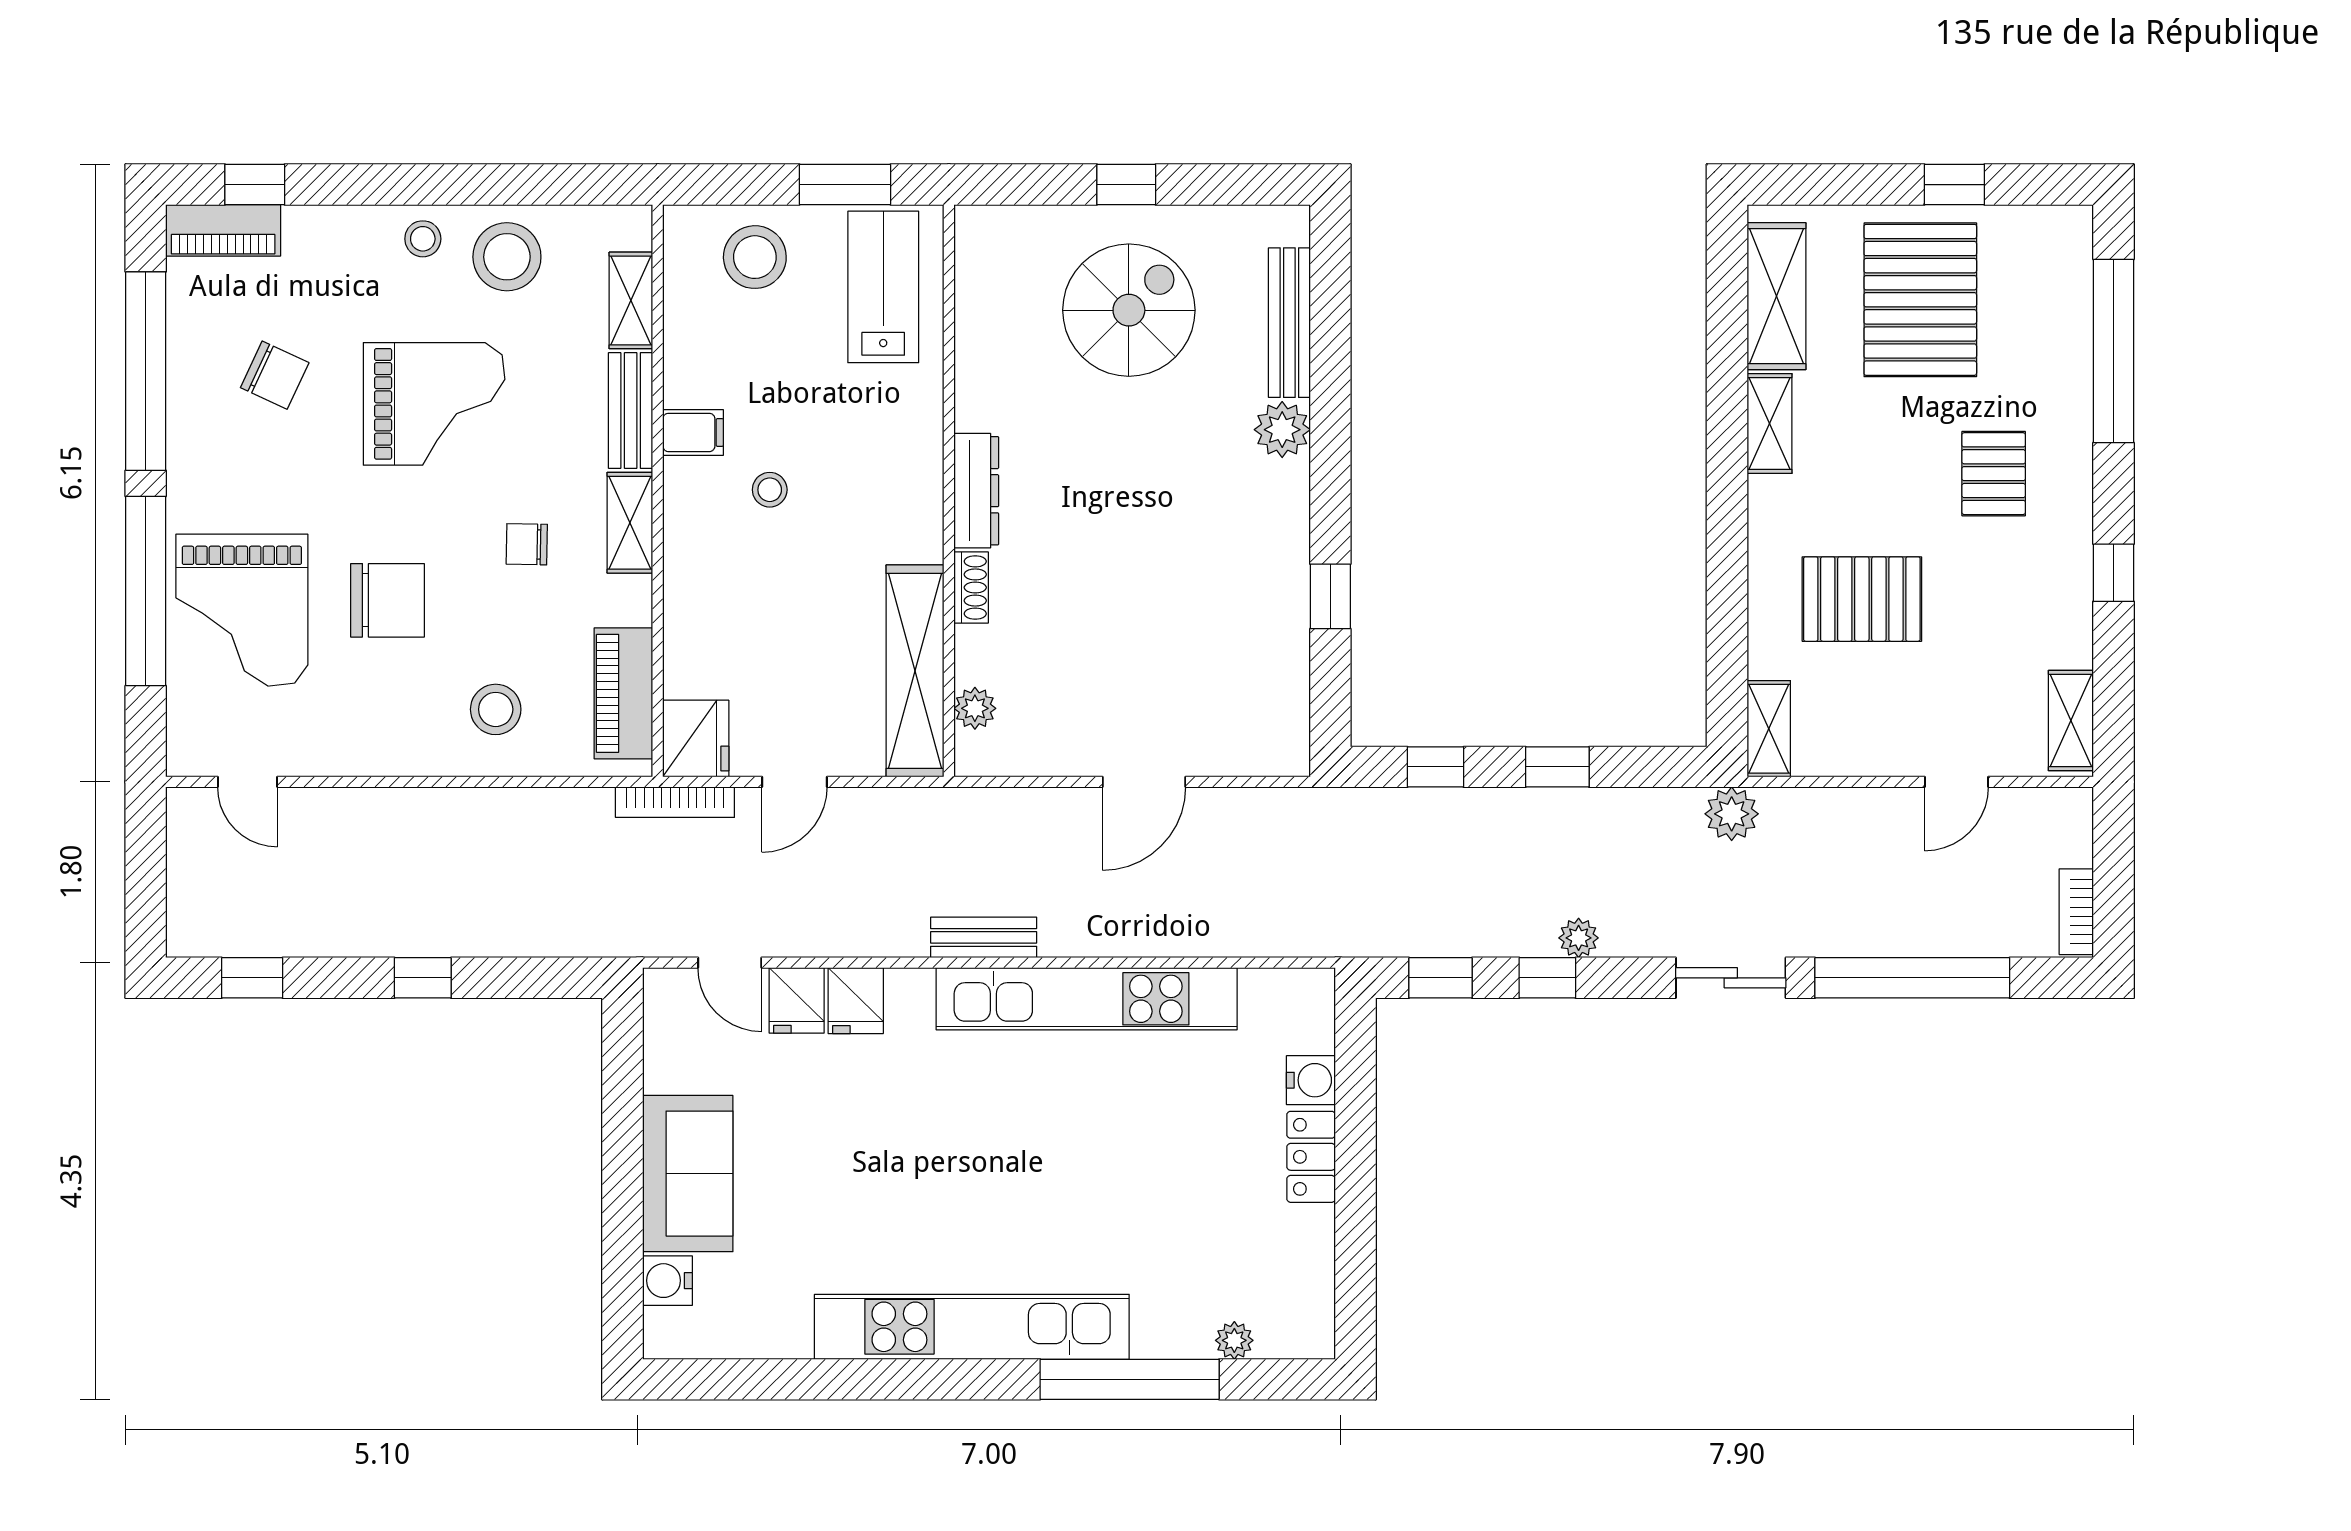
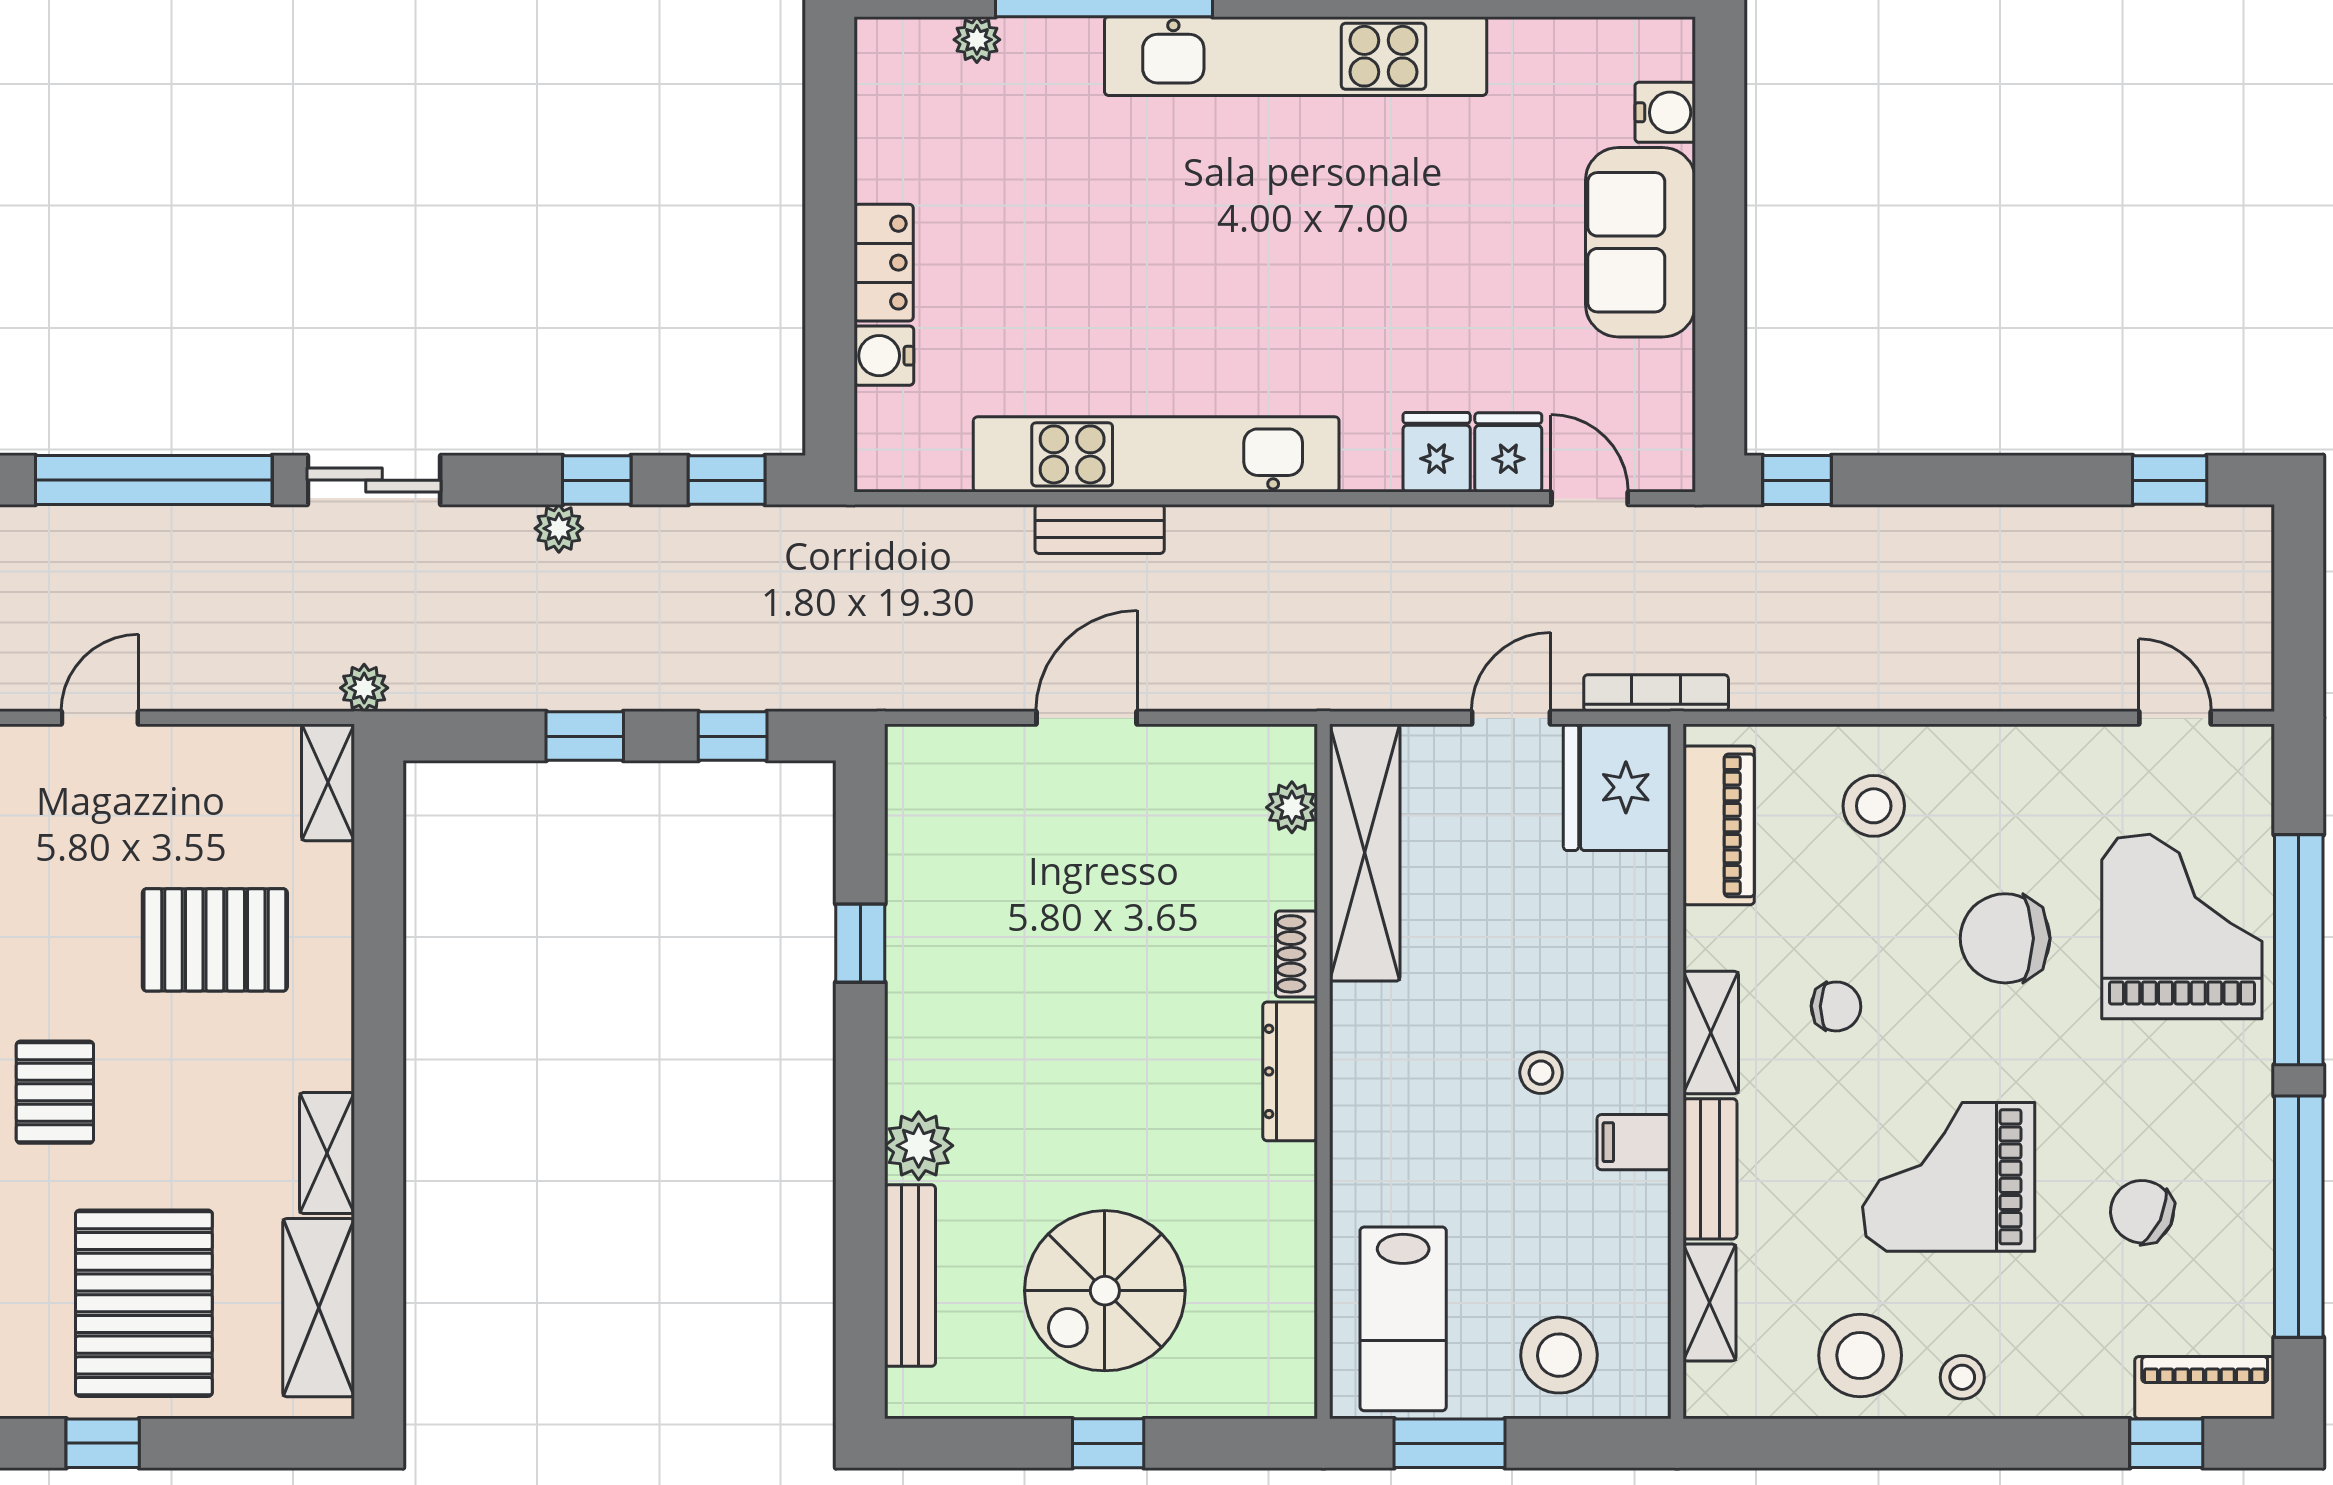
fridge: (696, 739) -> (1617, 787), width x1.36, depth x1.34
plant: (1732, 814) -> (364, 688), width x0.73, depth x0.73
bench: (984, 937) -> (1100, 529), moved
window: (423, 978) -> (1797, 480), moved

